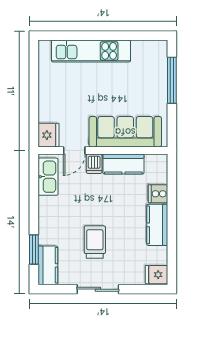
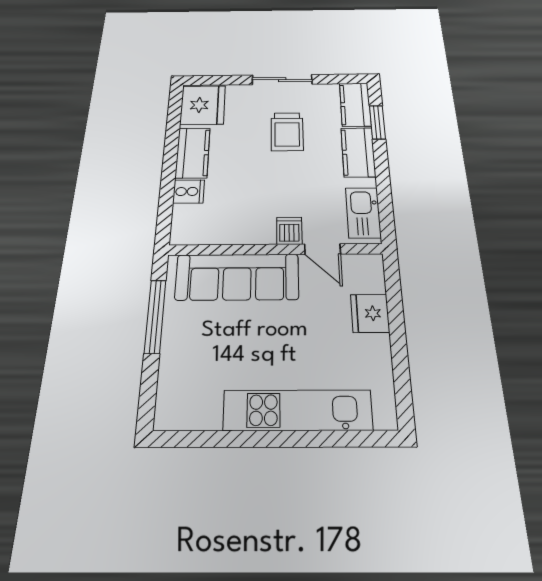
window: (172, 80) -> (155, 316), moved
fridge: (49, 135) -> (370, 313), moved
door: (74, 150) -> (323, 249), swing flipped
kitchen counter: (123, 164) -> (358, 152), moved, turned -90
fridge: (156, 275) -> (203, 105), width x1.88, depth x1.34

